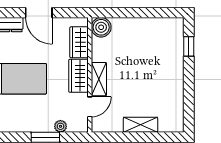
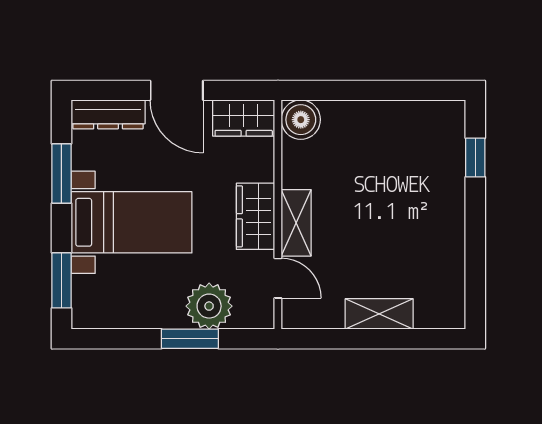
wardrobe: (79, 42) -> (244, 118), moved, turned -90
door: (90, 107) -> (278, 278), hinge flipped
plant: (60, 126) -> (209, 306), width x1.88, depth x1.88

